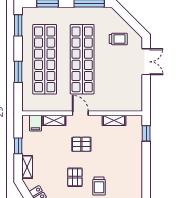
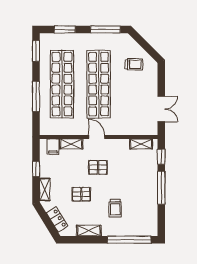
double door: (146, 62) -> (161, 109), moved
window: (18, 72) -> (36, 96), width x1.44
shelving: (114, 120) -> (141, 144), moved
window: (146, 165) -> (161, 188), added
pallet: (75, 177) -> (81, 194), moved, turned 90

